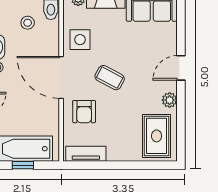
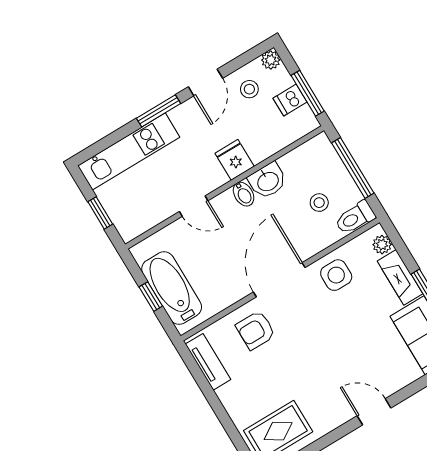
coffee table: (110, 78) -> (313, 336), removed
plant: (170, 100) -> (329, 421), removed

